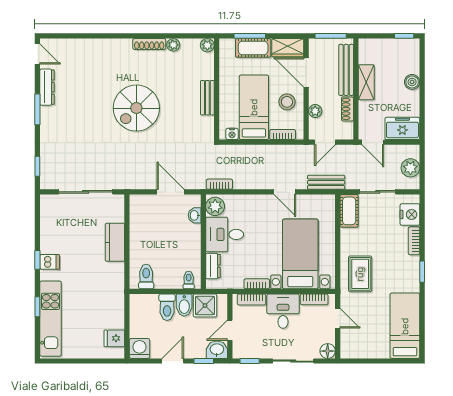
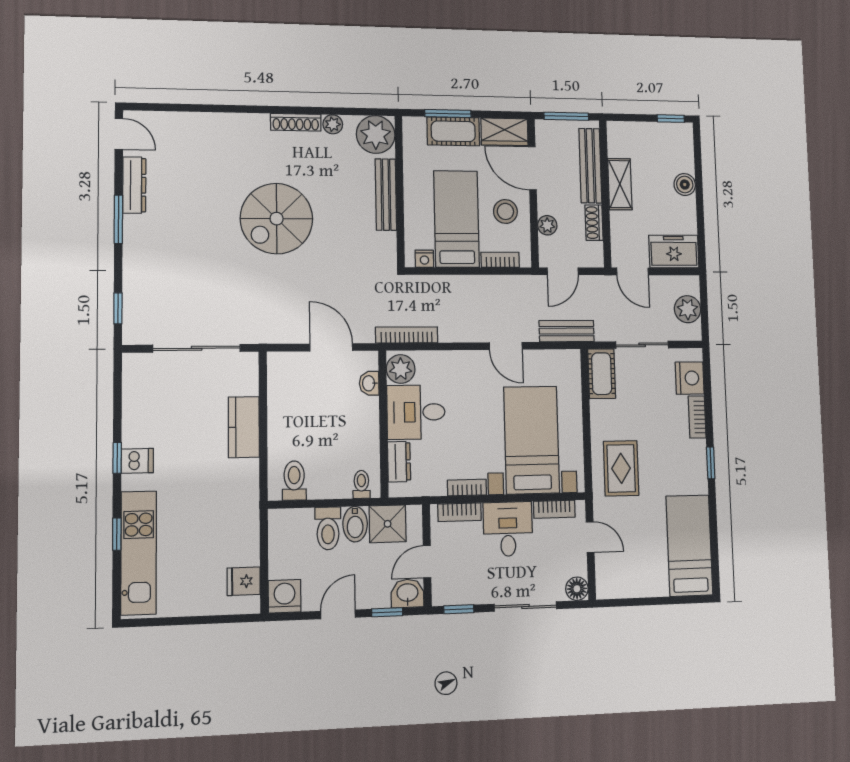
plant: (207, 45) -> (376, 135), width x1.88, depth x1.88
bench: (207, 98) -> (386, 195), width x1.36
bookcase: (219, 184) -> (407, 335), width x1.56

